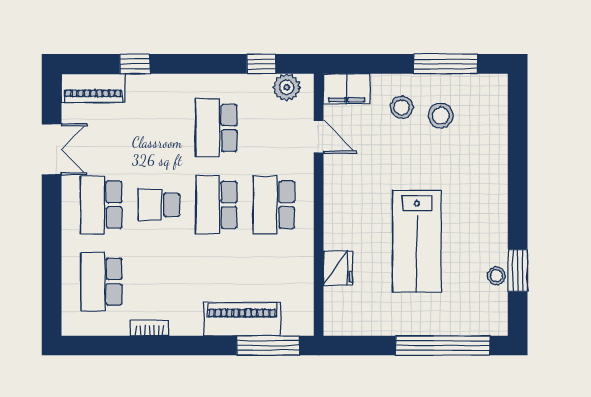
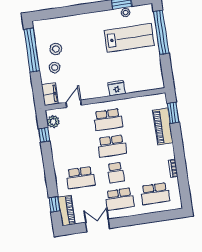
window: (135, 64) -> (54, 204), moved
window: (446, 64) -> (32, 50), width x1.46
school desk: (216, 128) -> (80, 178), moved
lab bench: (417, 241) -> (129, 38), moved
fridge: (338, 268) -> (117, 88), moved
window: (268, 346) -> (173, 113), width x0.69

